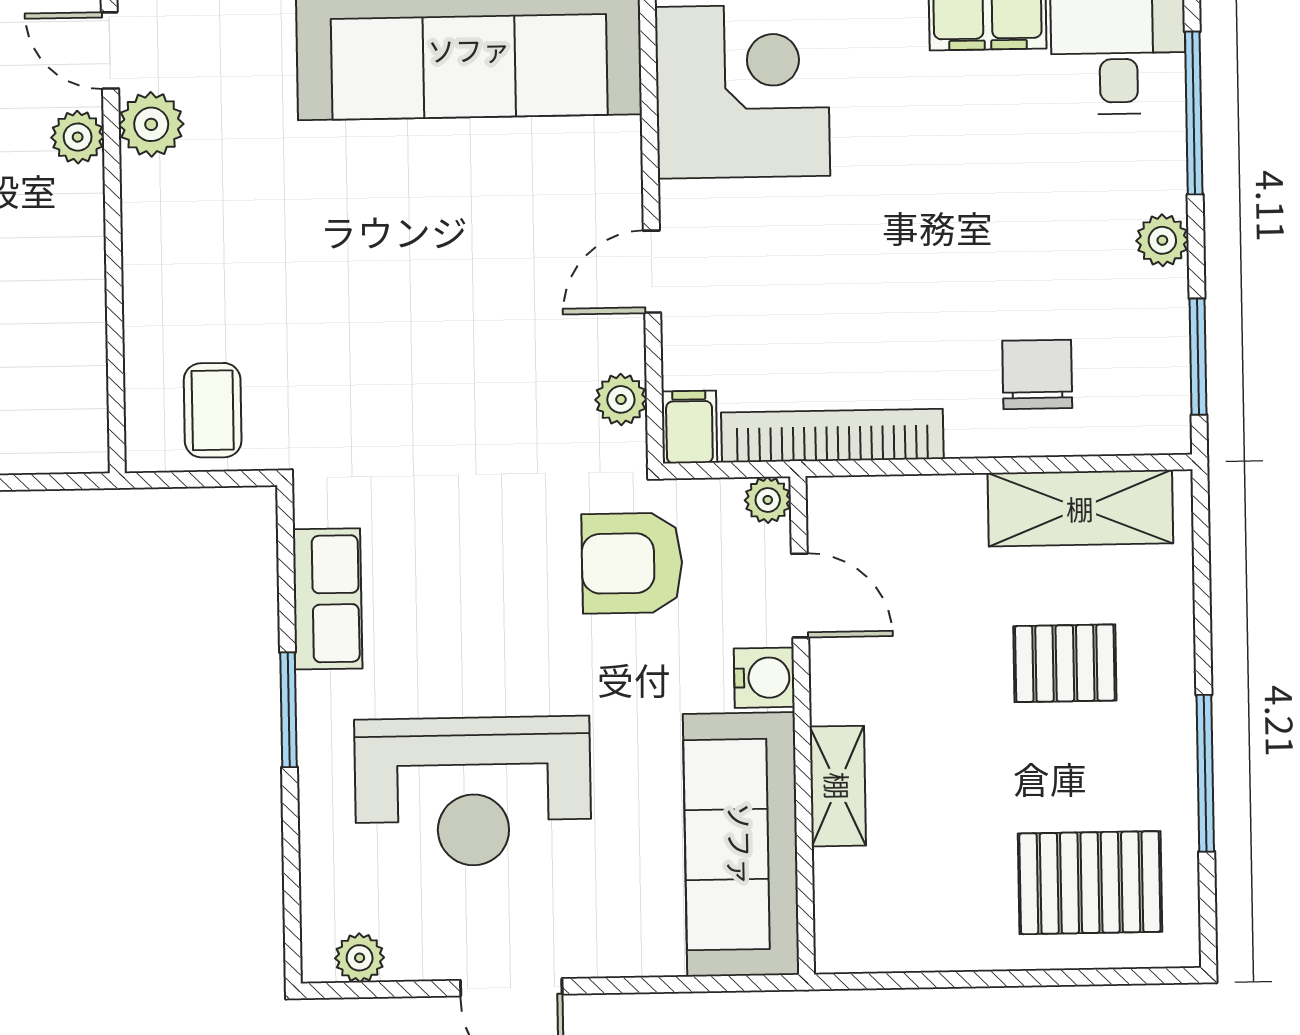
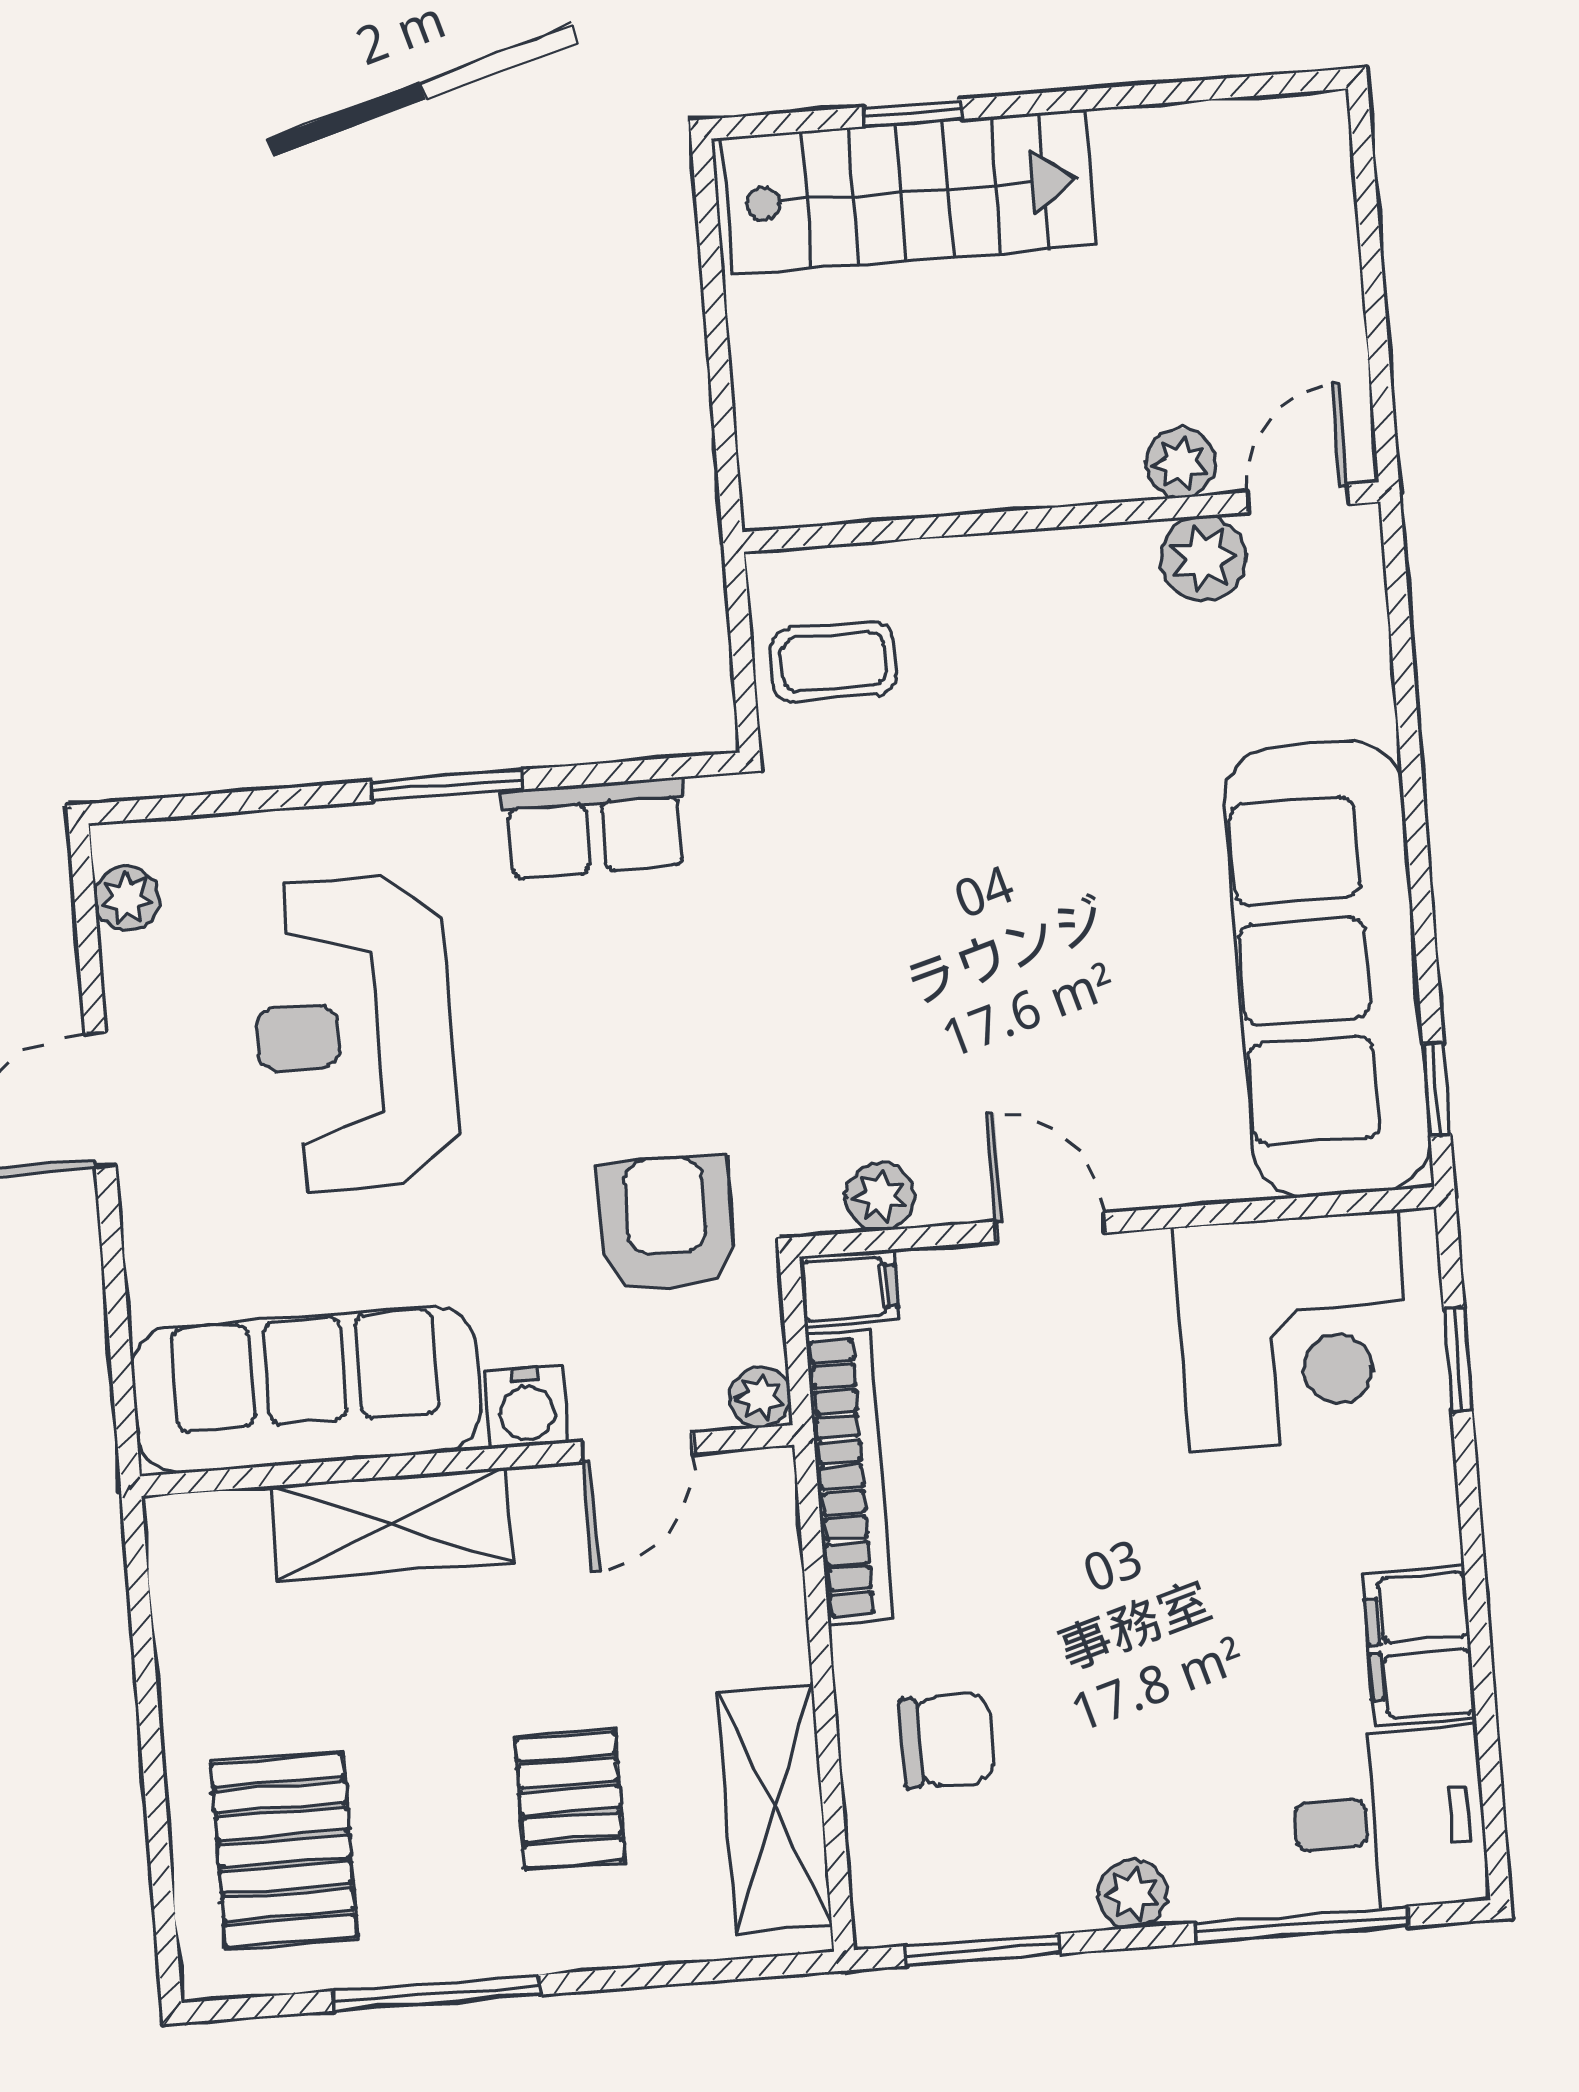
shelving: (838, 786) -> (391, 1524), width x1.50, depth x1.33

